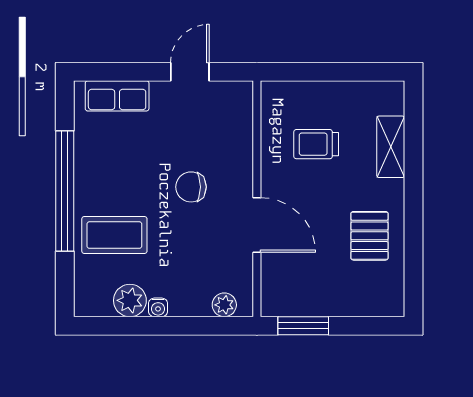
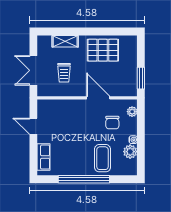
double door: (322, 72) -> (33, 70), added
chair: (191, 187) -> (112, 123), moved
door: (257, 225) -> (98, 98), hinge flipped
pallet: (369, 236) -> (103, 50), width x1.50, depth x1.42

